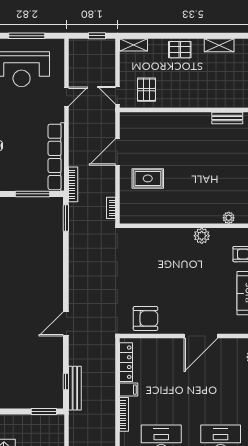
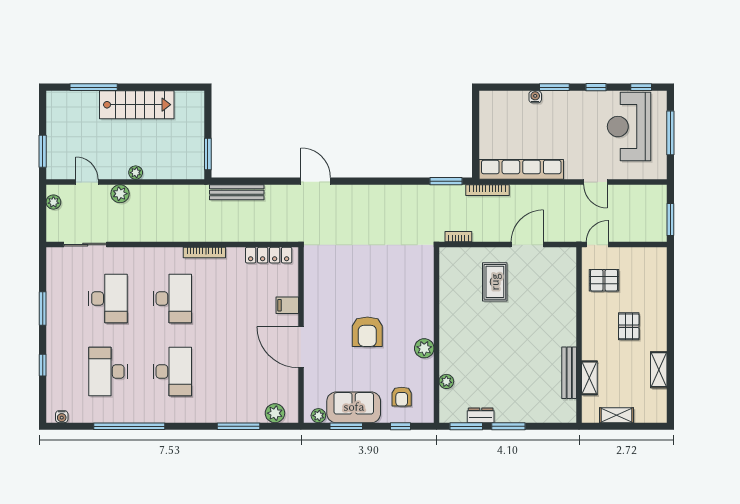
window: (97, 36) -> (670, 219), width x1.50
shelving: (133, 45) -> (589, 378), moved
pallet: (180, 50) -> (629, 326), moved
bench: (227, 118) -> (569, 373), width x1.36
door: (117, 152) -> (527, 245), hinge flipped
window: (33, 194) -> (476, 140), removed
armchair: (146, 318) -> (367, 332), moved
window: (66, 381) -> (245, 181), removed
filing cabinet: (129, 390) -> (287, 305), moved, turned 90

